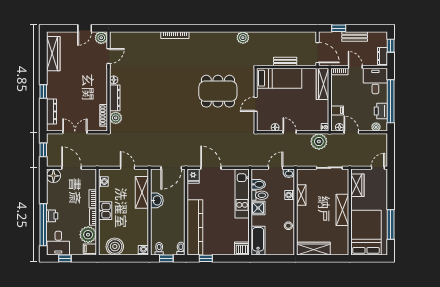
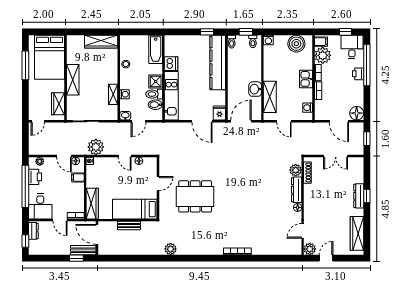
bench: (355, 37) -> (83, 250), moved
dresser: (51, 111) -> (359, 196), moved
dishwasher: (242, 248) -> (171, 64), moved, turned -90

